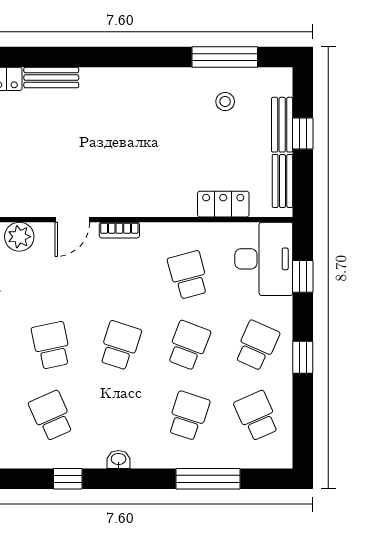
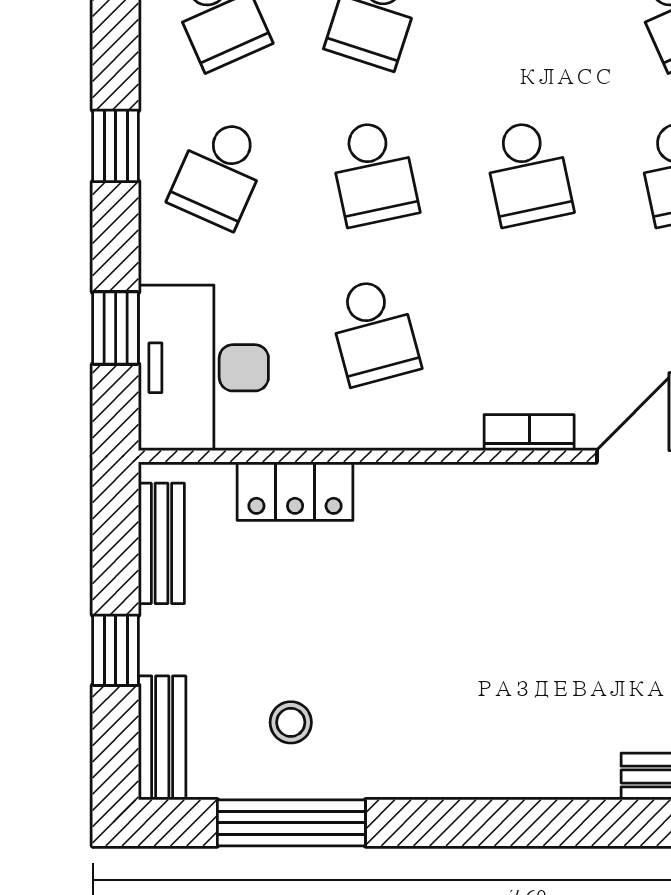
bench: (282, 125) -> (162, 738), moved
school desk: (120, 345) -> (528, 173), turned -30
school desk: (188, 345) -> (374, 173), turned -33

